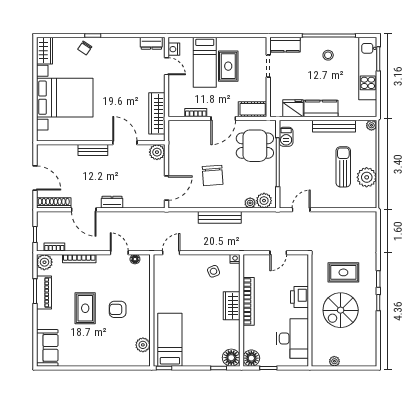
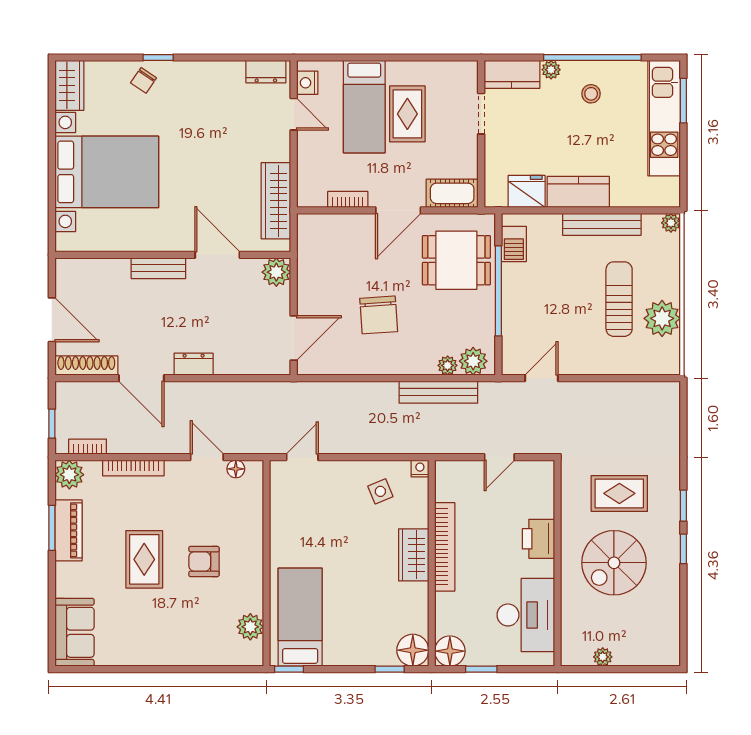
plant: (306, 42) -> (551, 70), added
bench: (220, 217) -> (438, 392), moved

